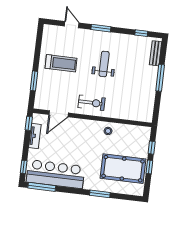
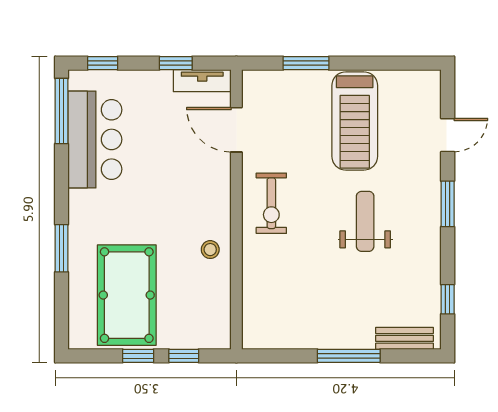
treadmill: (61, 63) -> (355, 121), width x1.37, depth x1.38
weight bench: (104, 64) -> (365, 221), turned -90
window: (29, 123) -> (176, 63), moved
tv unit: (35, 136) -> (202, 81), moved
bar counter: (56, 174) -> (95, 139), width x0.73

